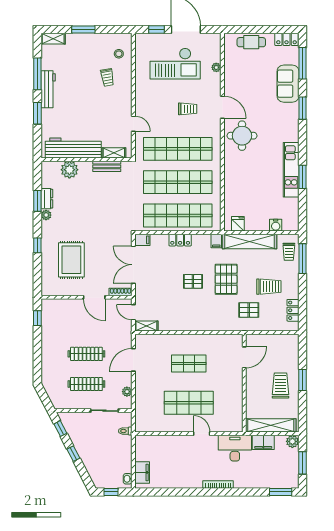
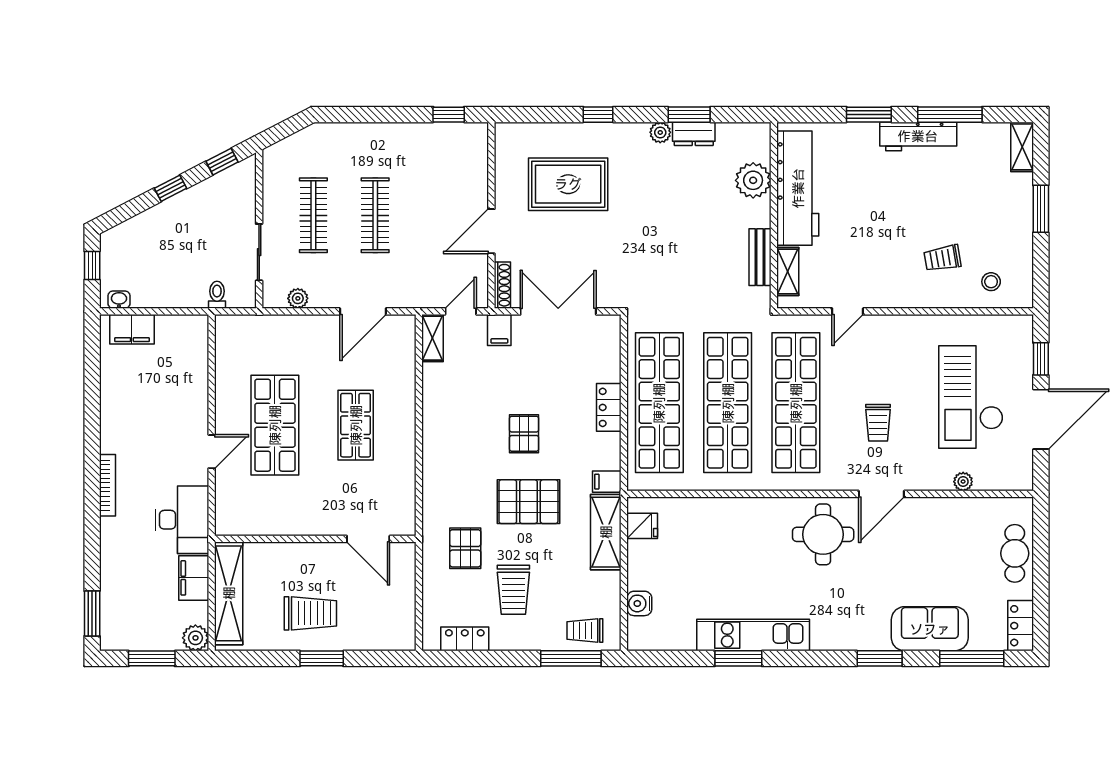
filing cabinet: (142, 240) -> (499, 330), moved
shelving: (250, 242) -> (606, 532), width x0.68
door: (133, 360) -> (363, 311), swing flipped

